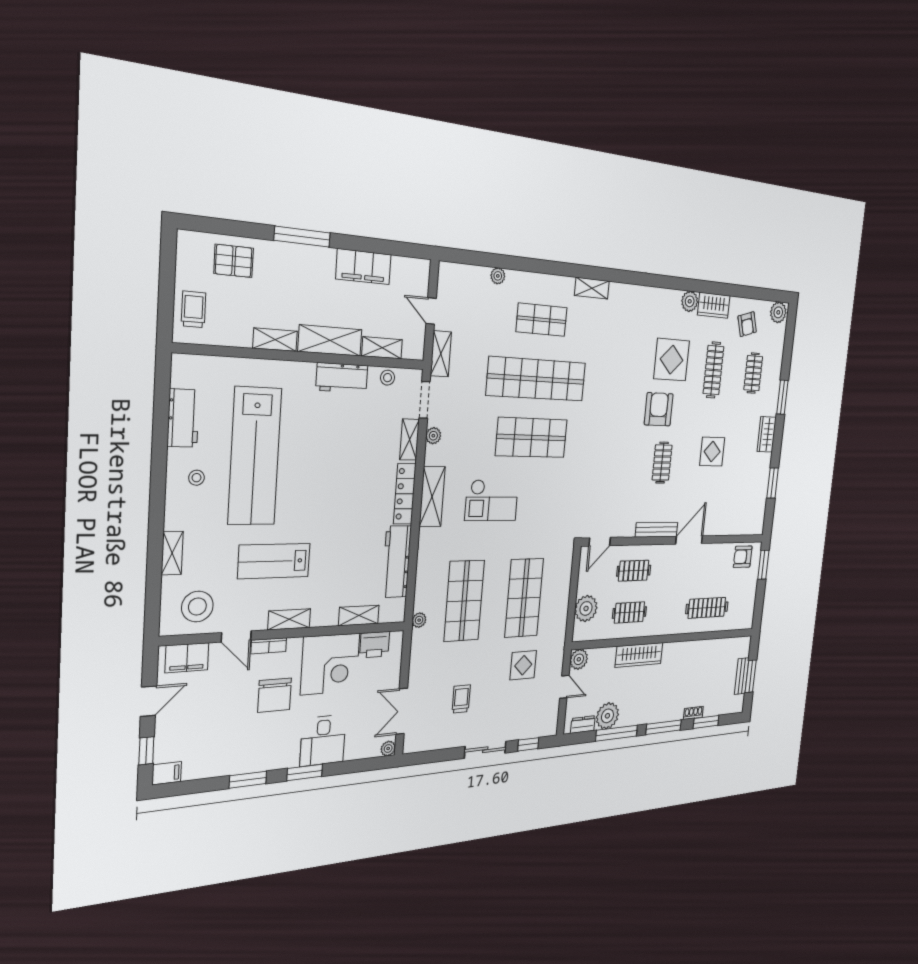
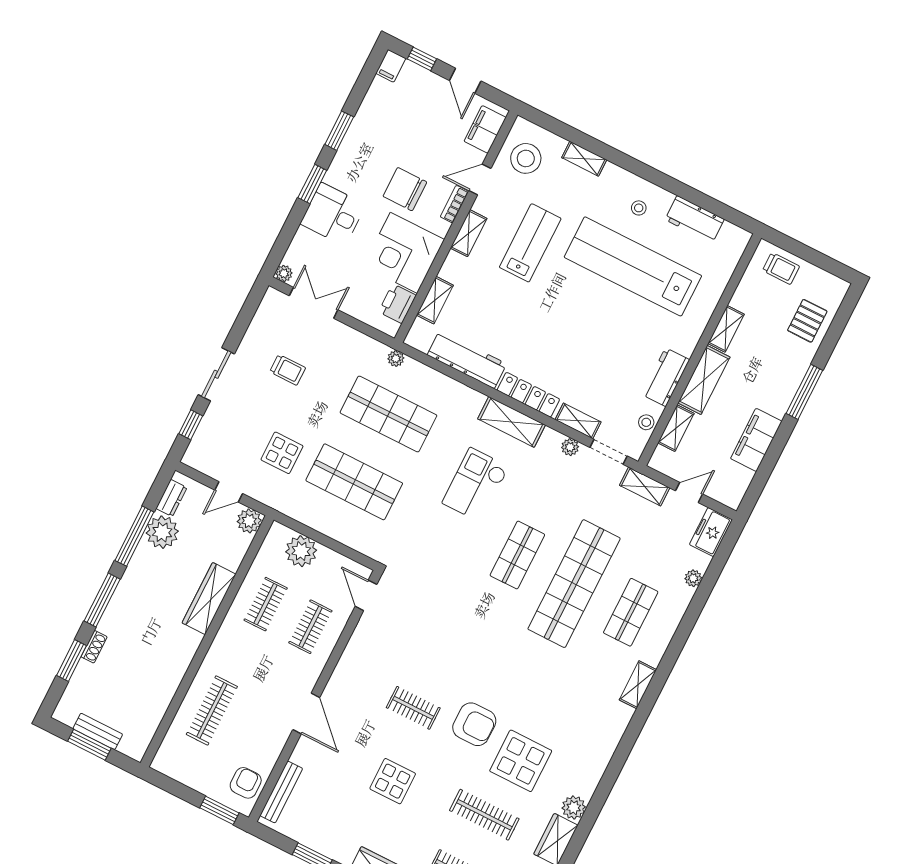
freezer: (456, 276) -> (711, 532), added
shop shelf: (532, 438) -> (517, 555), width x0.70, depth x0.74
bench: (657, 530) -> (281, 792), moved

